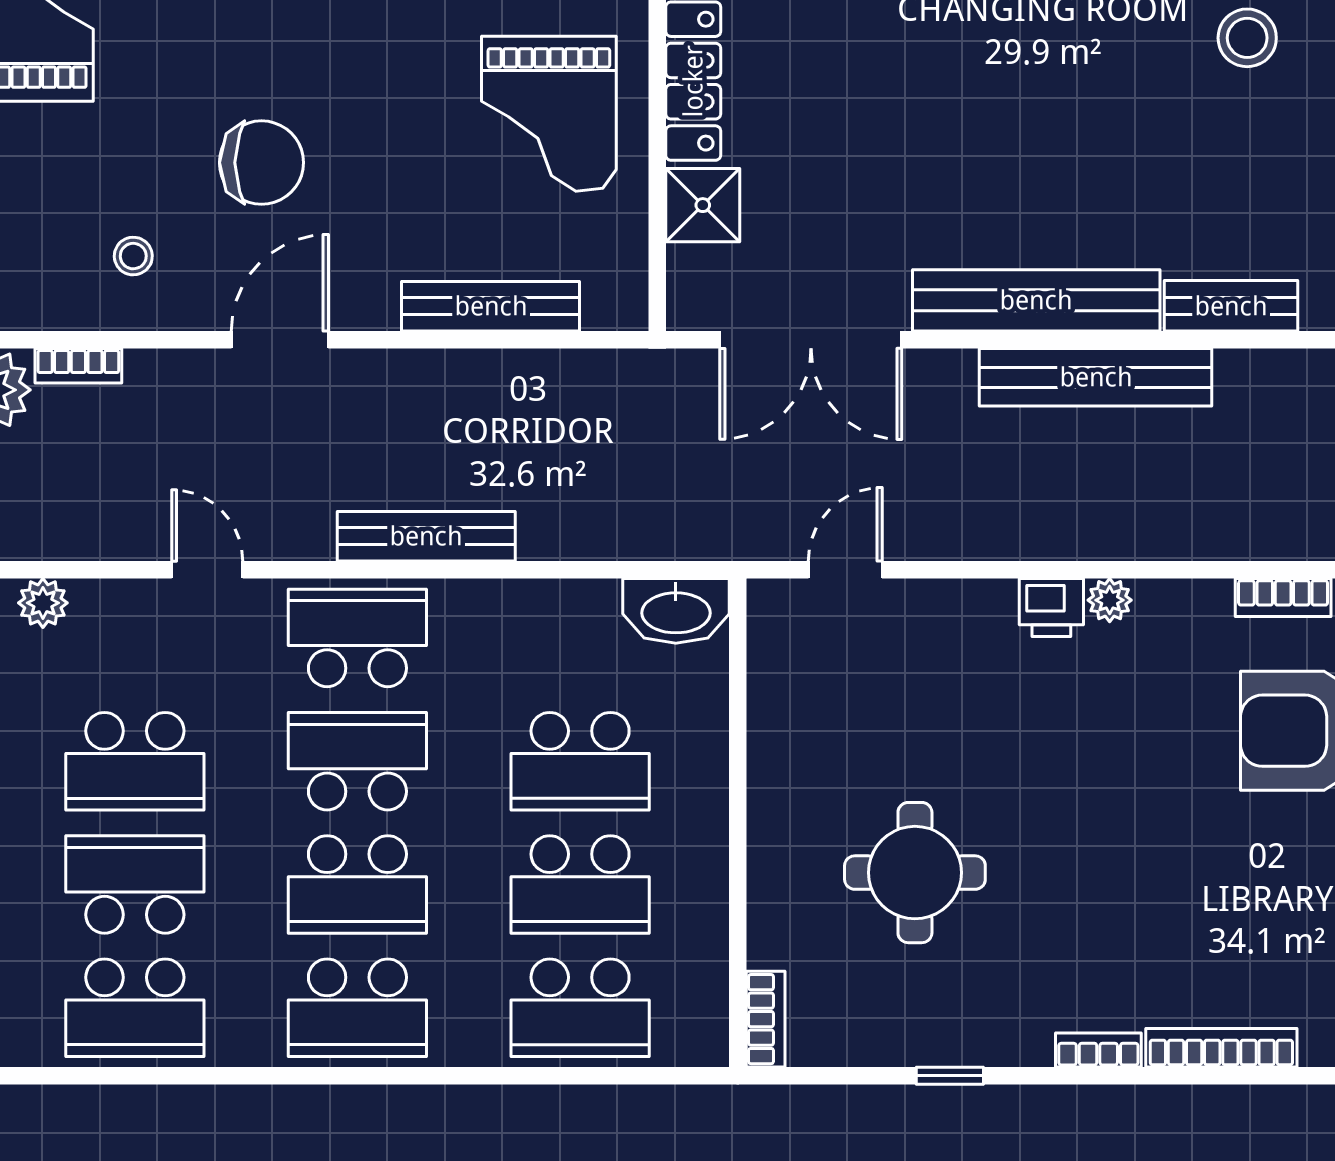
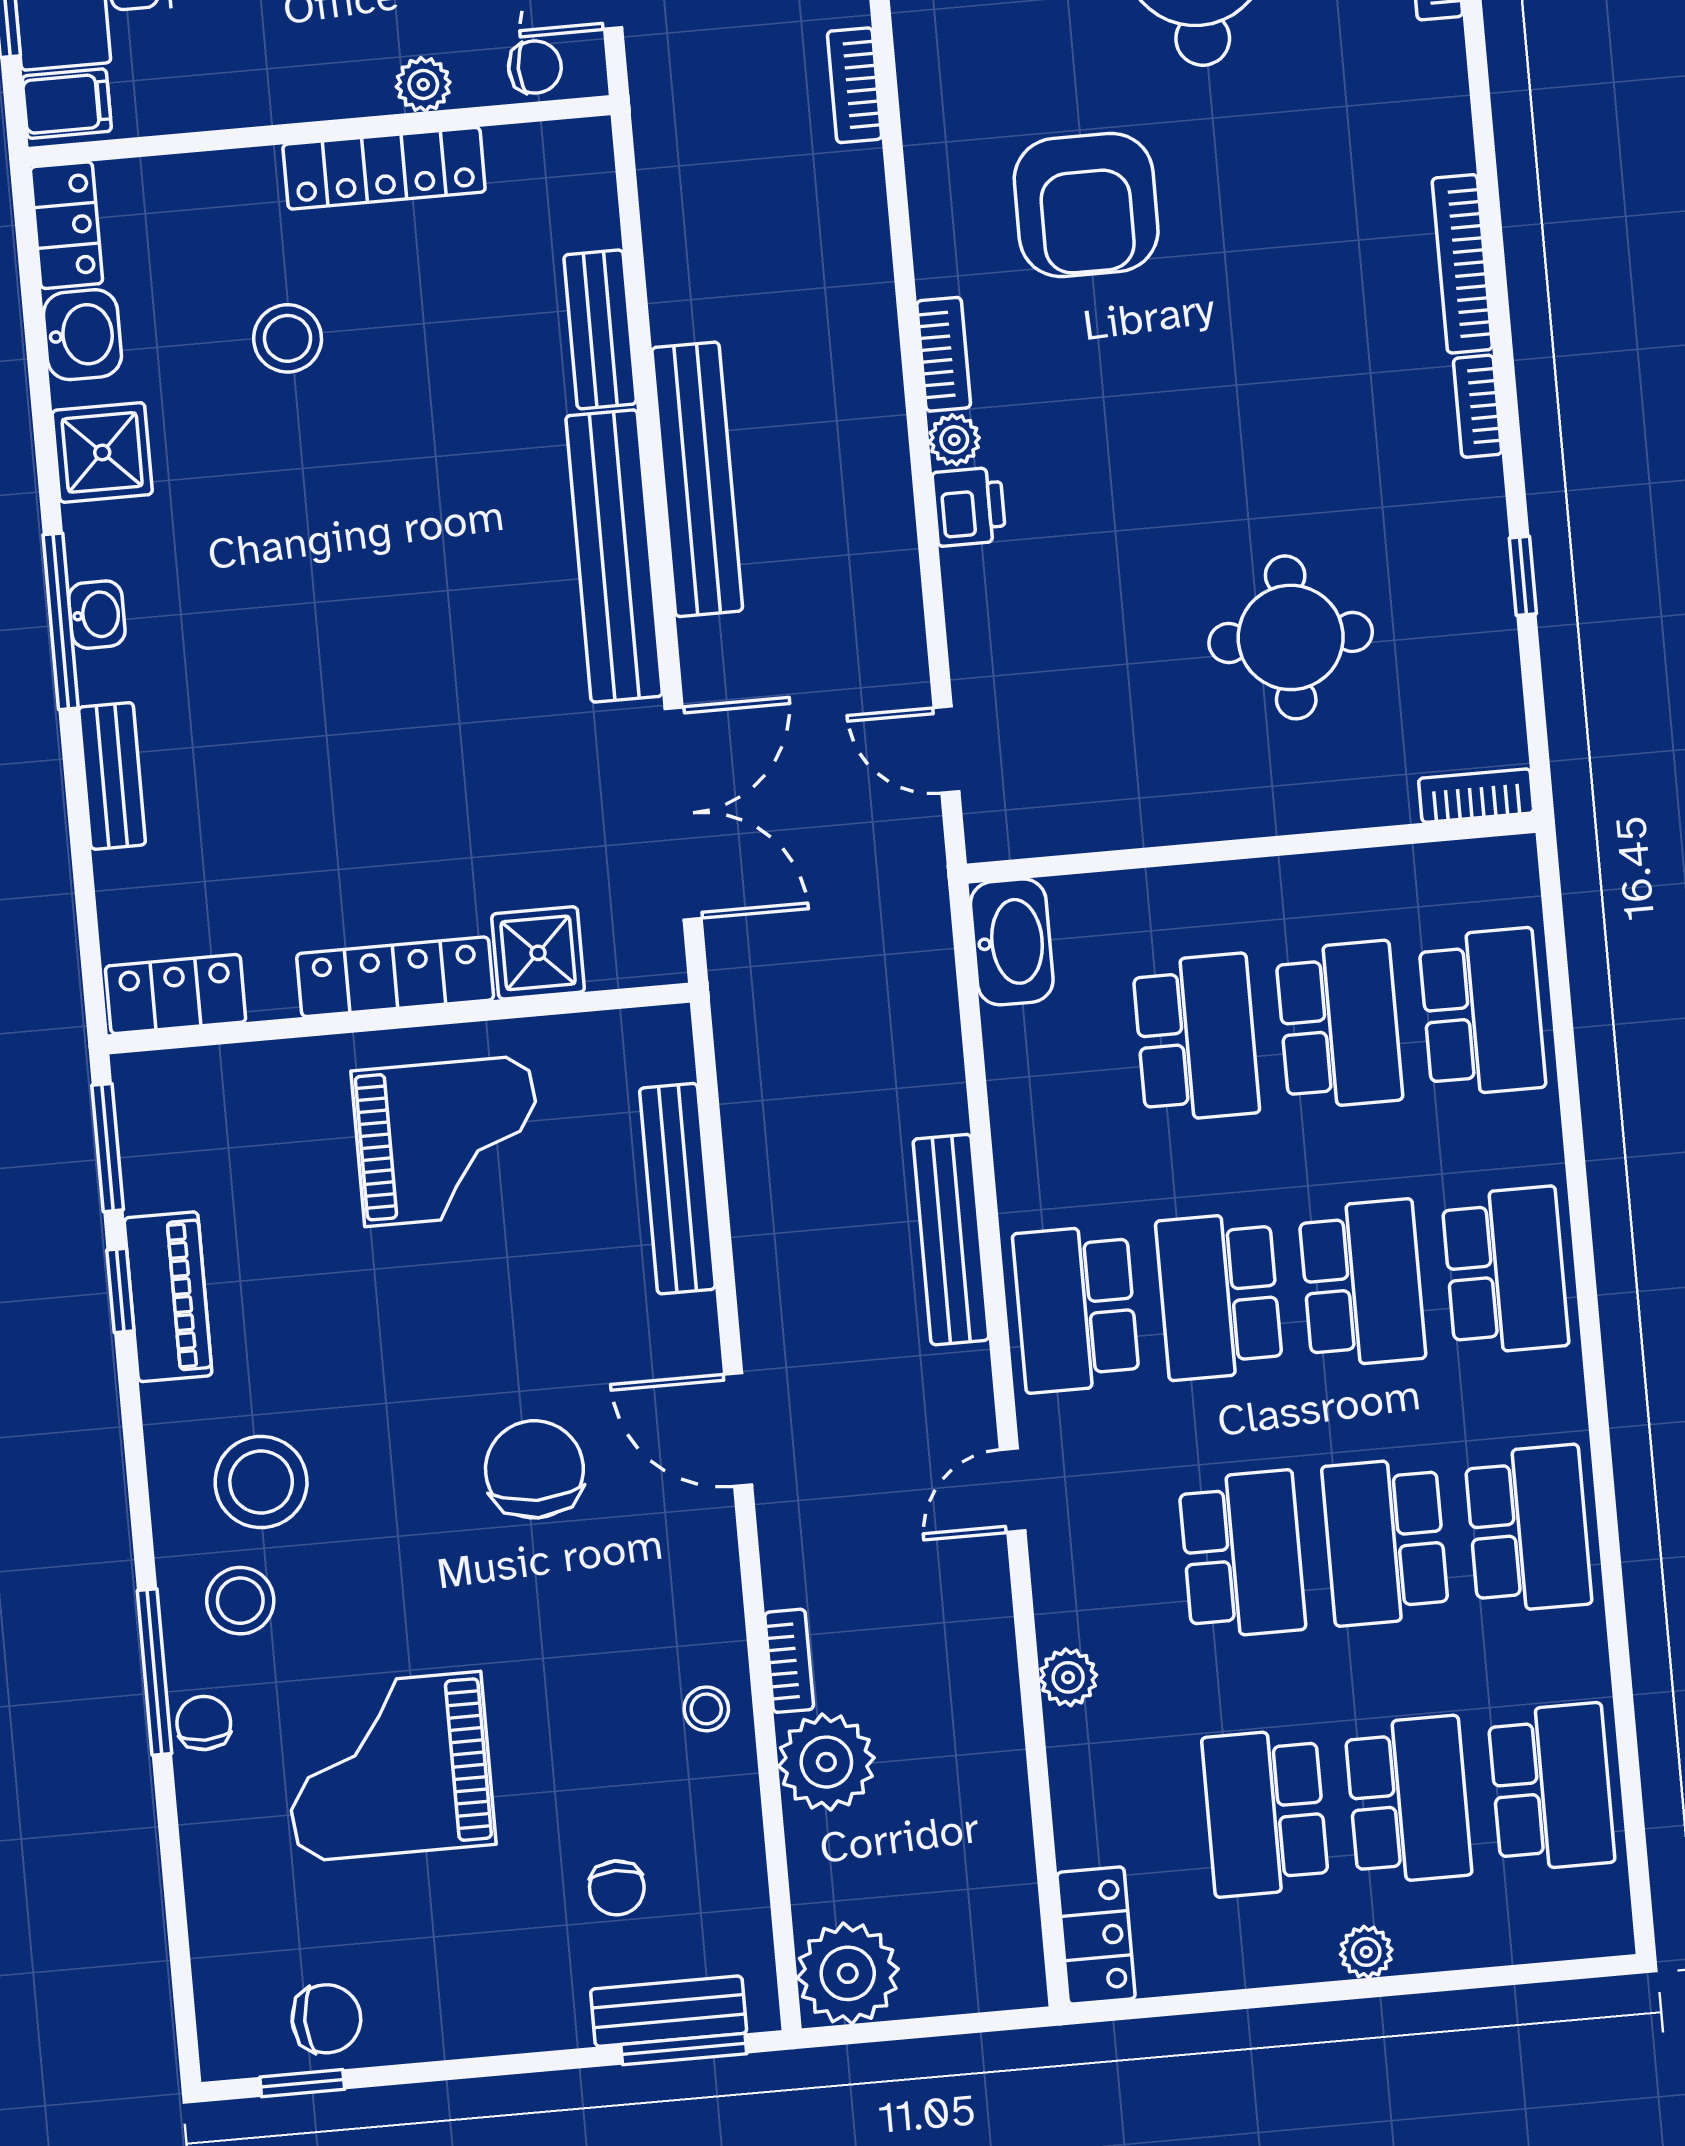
stool: (133, 256) -> (706, 1709), moved
bookcase: (1283, 598) -> (944, 354), moved

